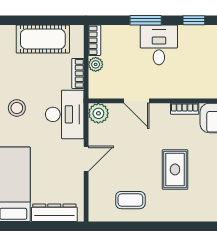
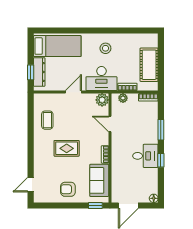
desk: (159, 45) -> (145, 156), moved
plant: (96, 64) -> (123, 98), moved
door: (137, 101) -> (110, 124), hinge flipped
door: (86, 159) -> (73, 92), swing flipped
window: (55, 226) -> (31, 72), added

